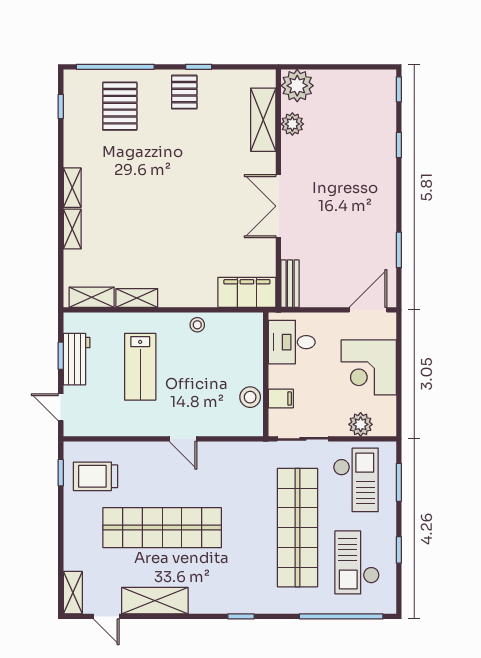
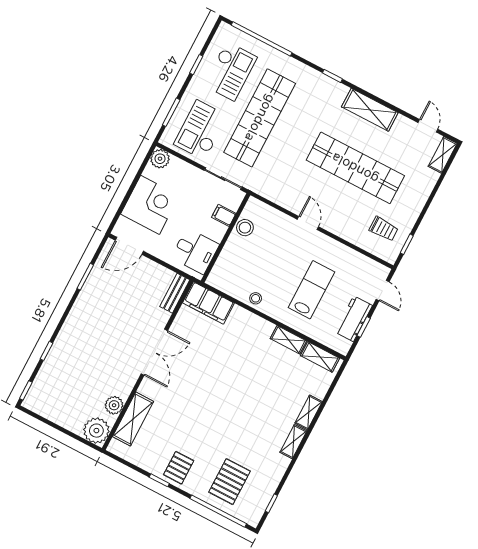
plant: (361, 424) -> (160, 159), moved
trolley: (96, 476) -> (384, 229), width x0.73, depth x0.72
shelving: (155, 601) -> (370, 110), moved

